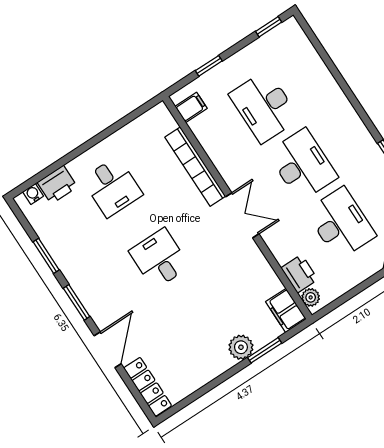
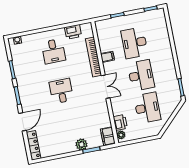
filing cabinet: (191, 107) -> (107, 57), moved
printer: (57, 185) -> (73, 32), moved

